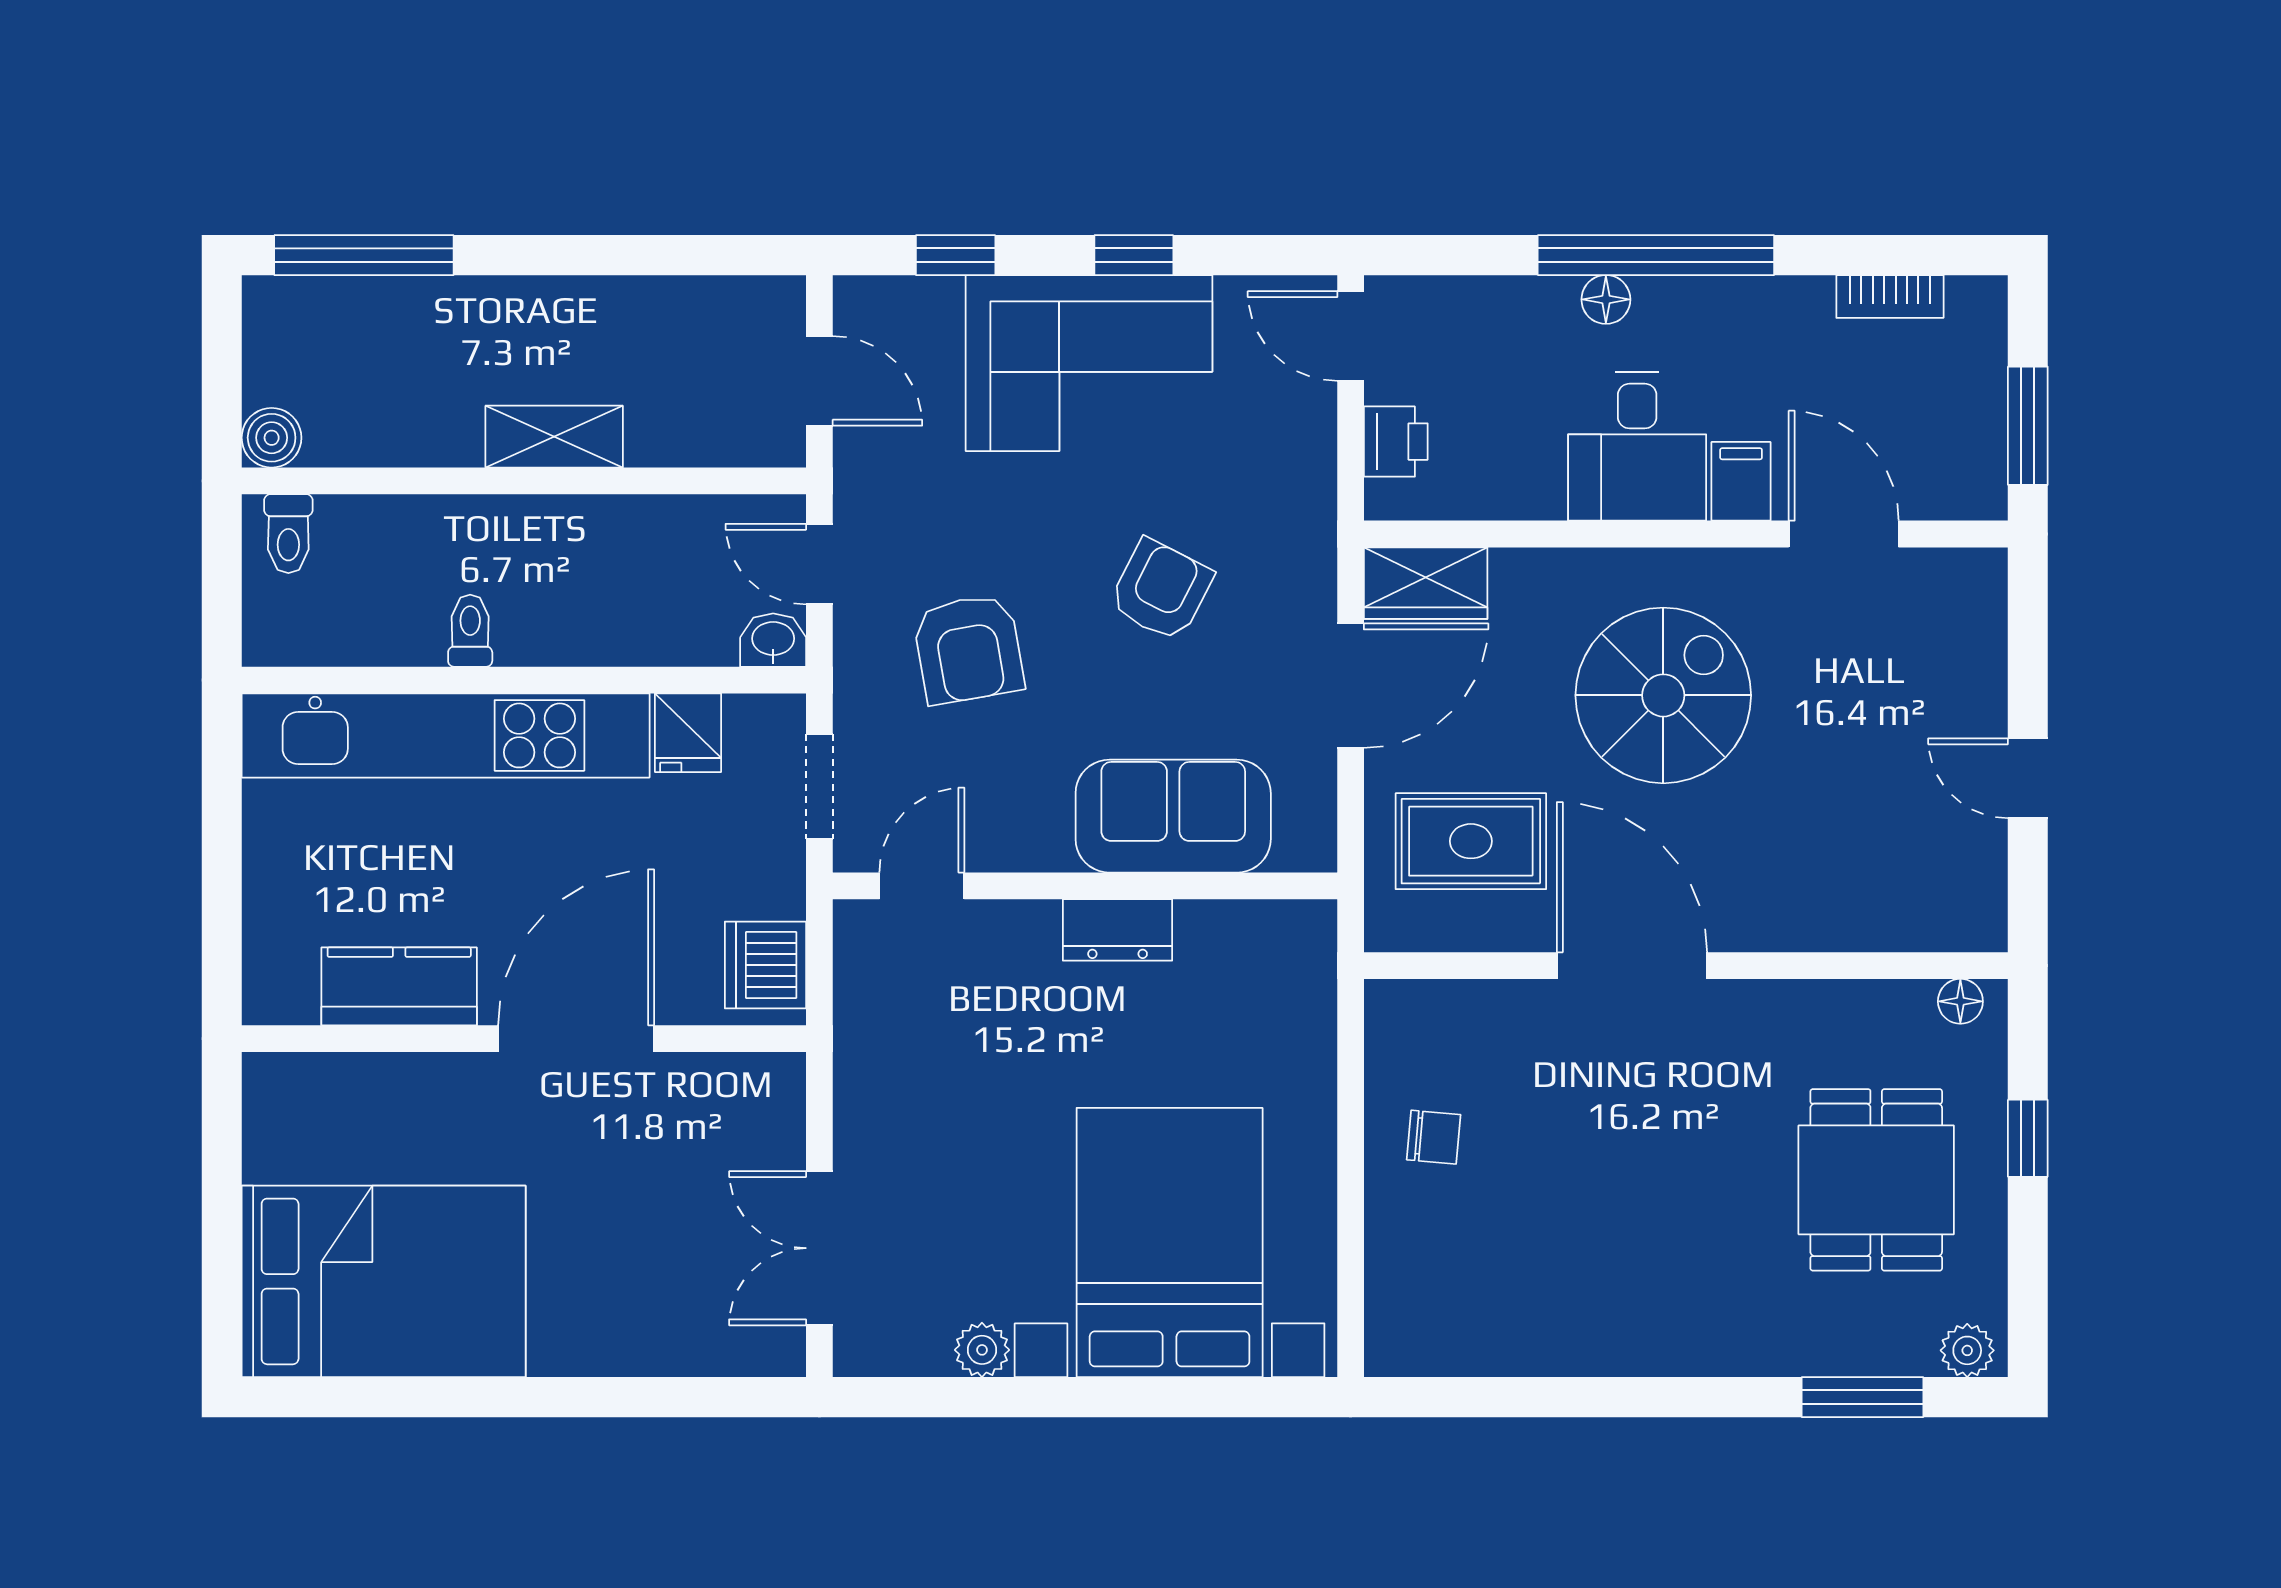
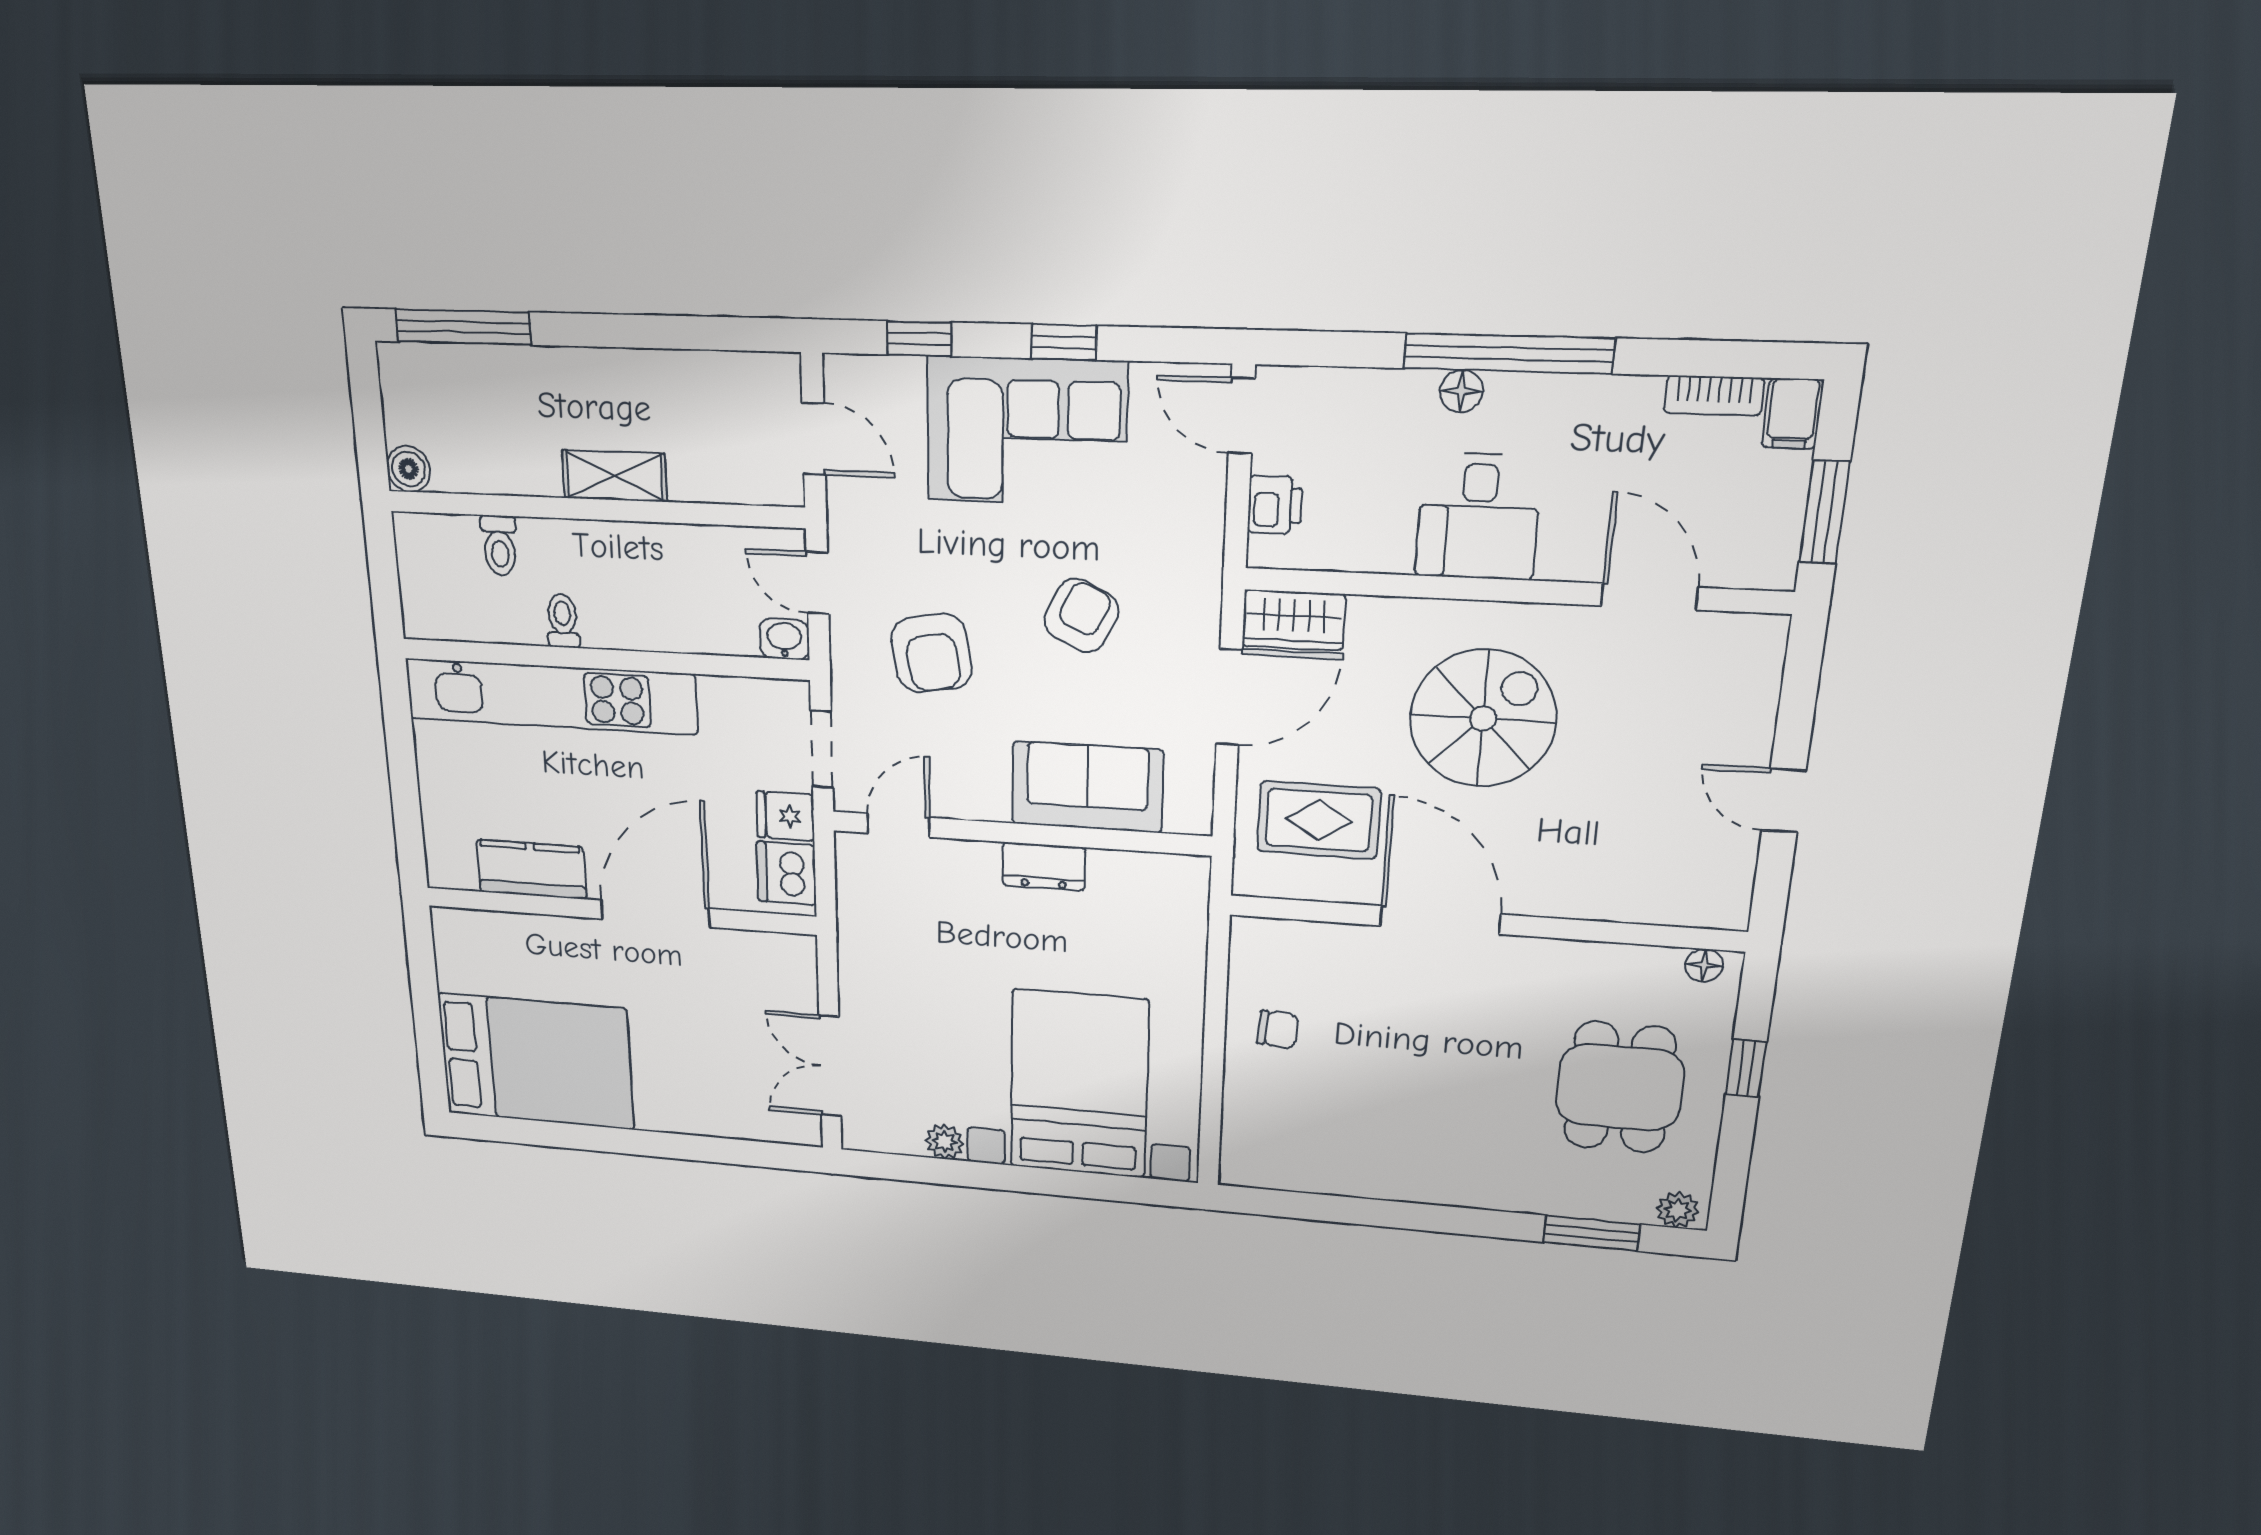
filing cabinet: (1741, 481) -> (1793, 414), moved, turned 180
toilet: (288, 534) -> (500, 545), moved
fridge: (688, 733) -> (785, 816), moved, turned 90

